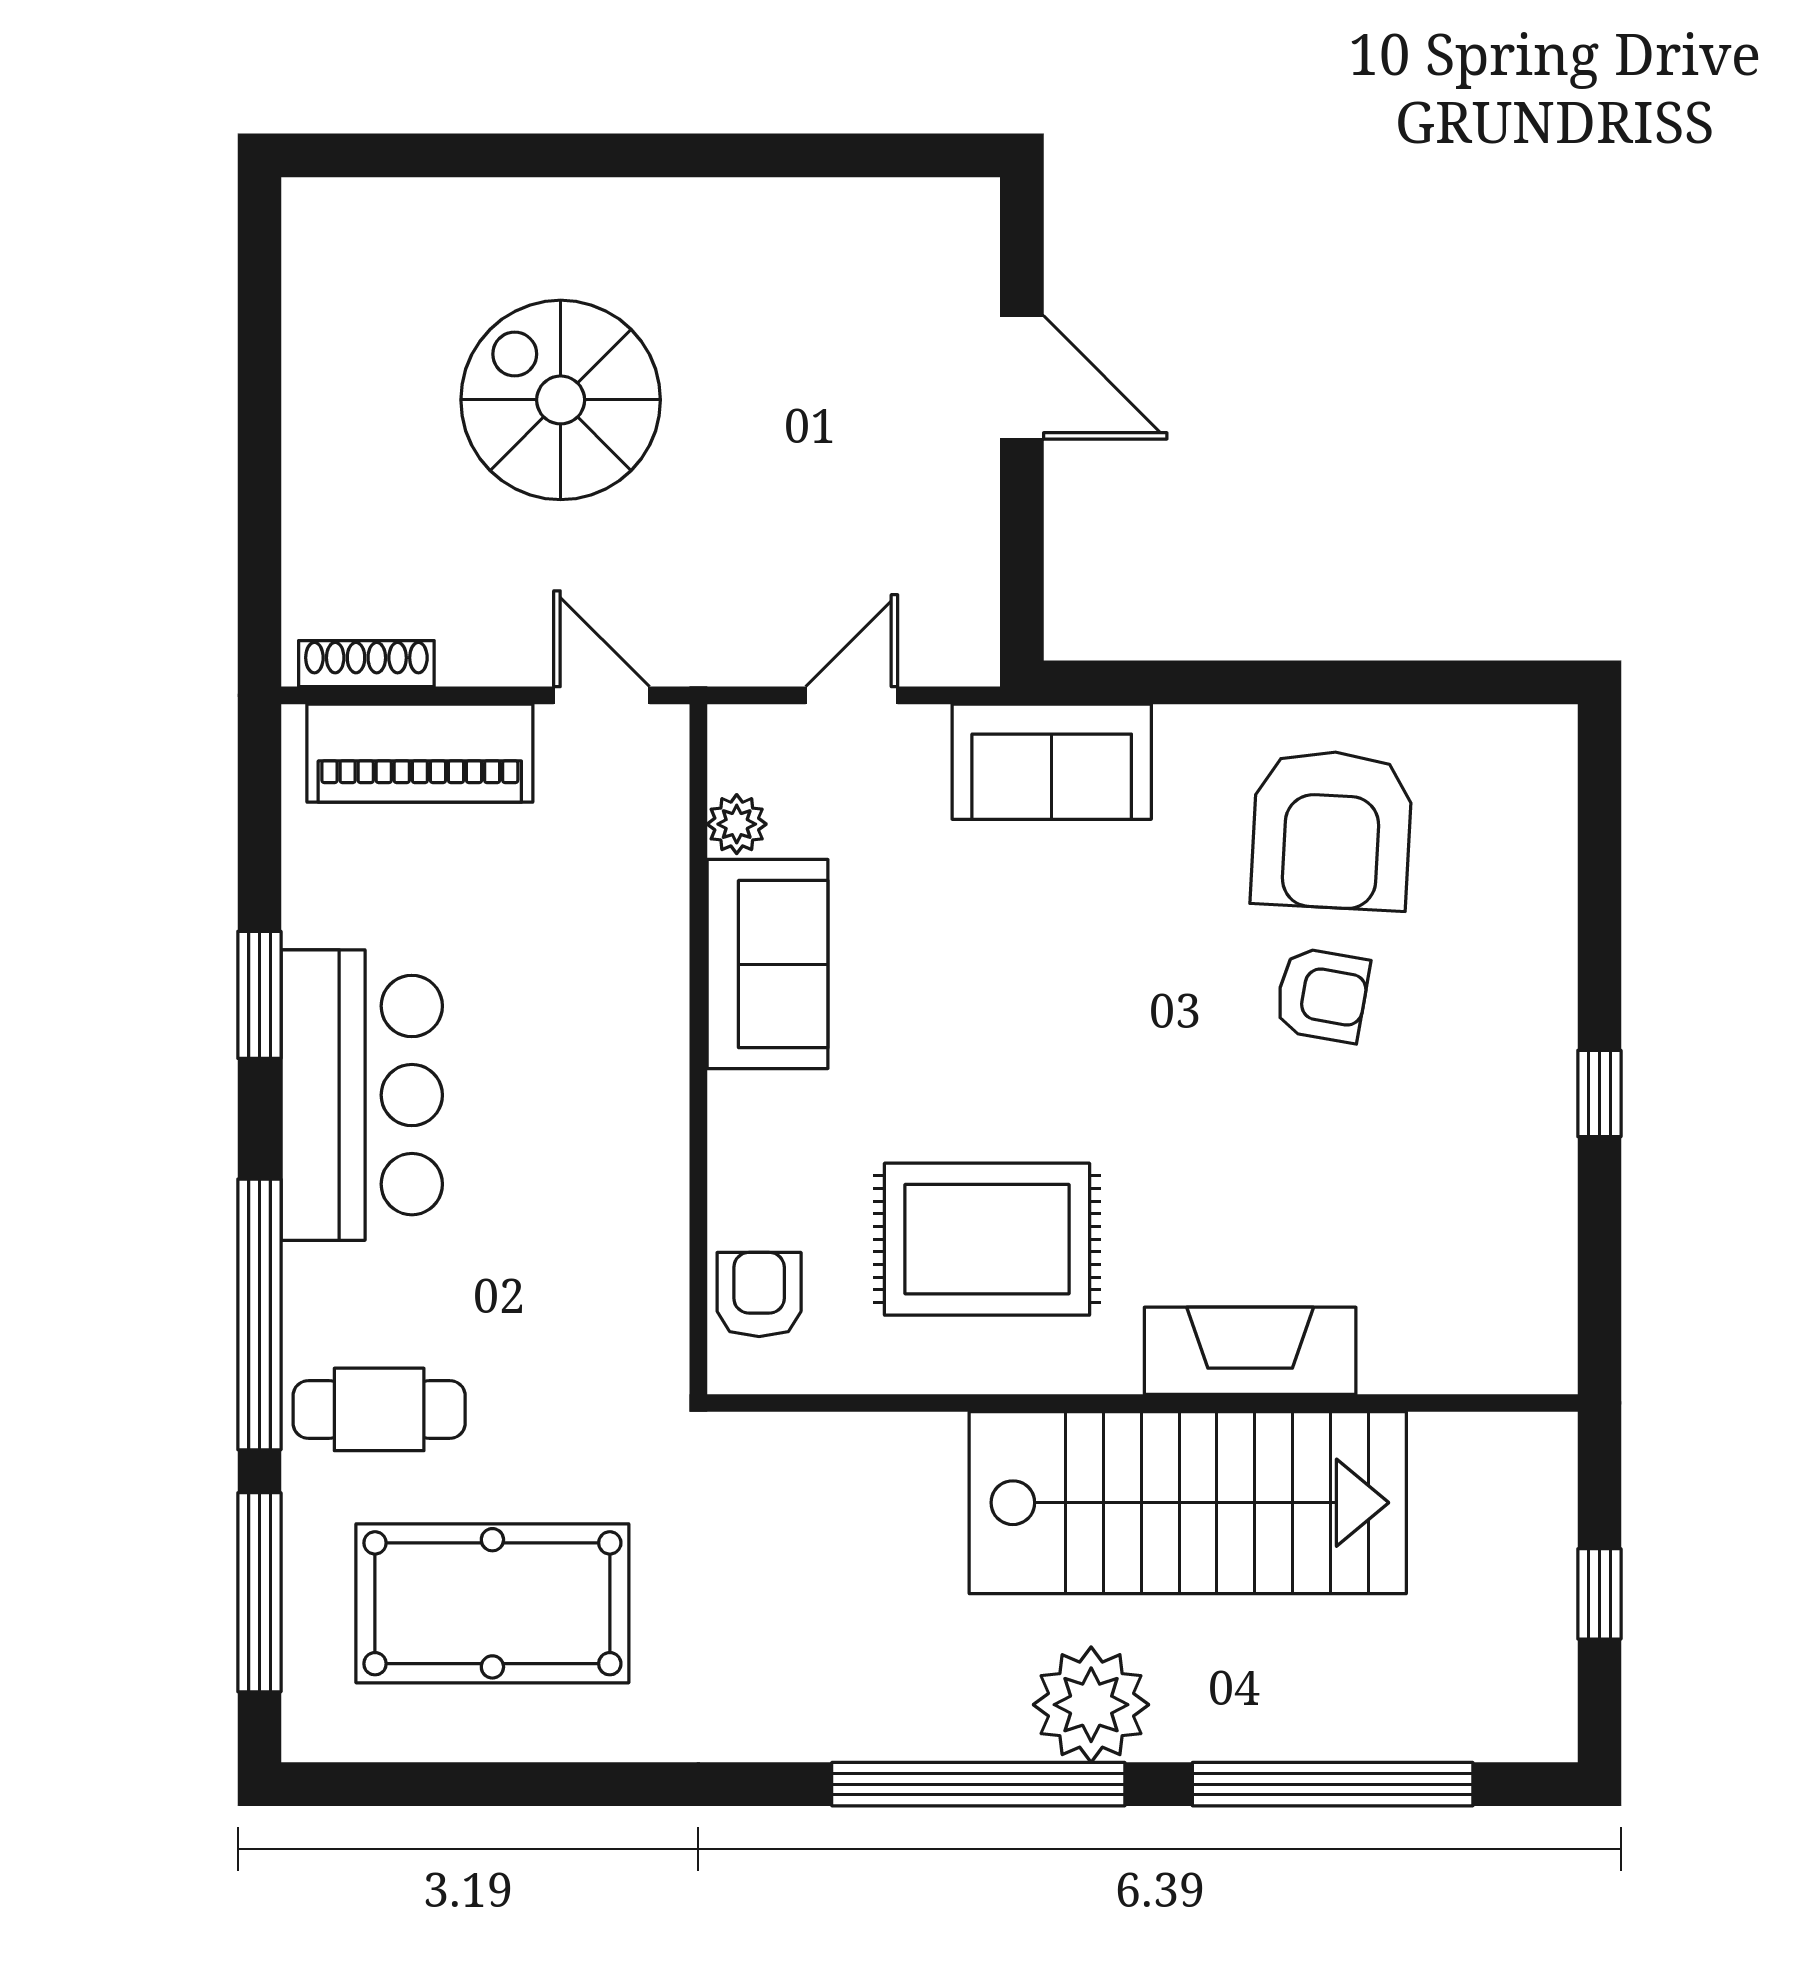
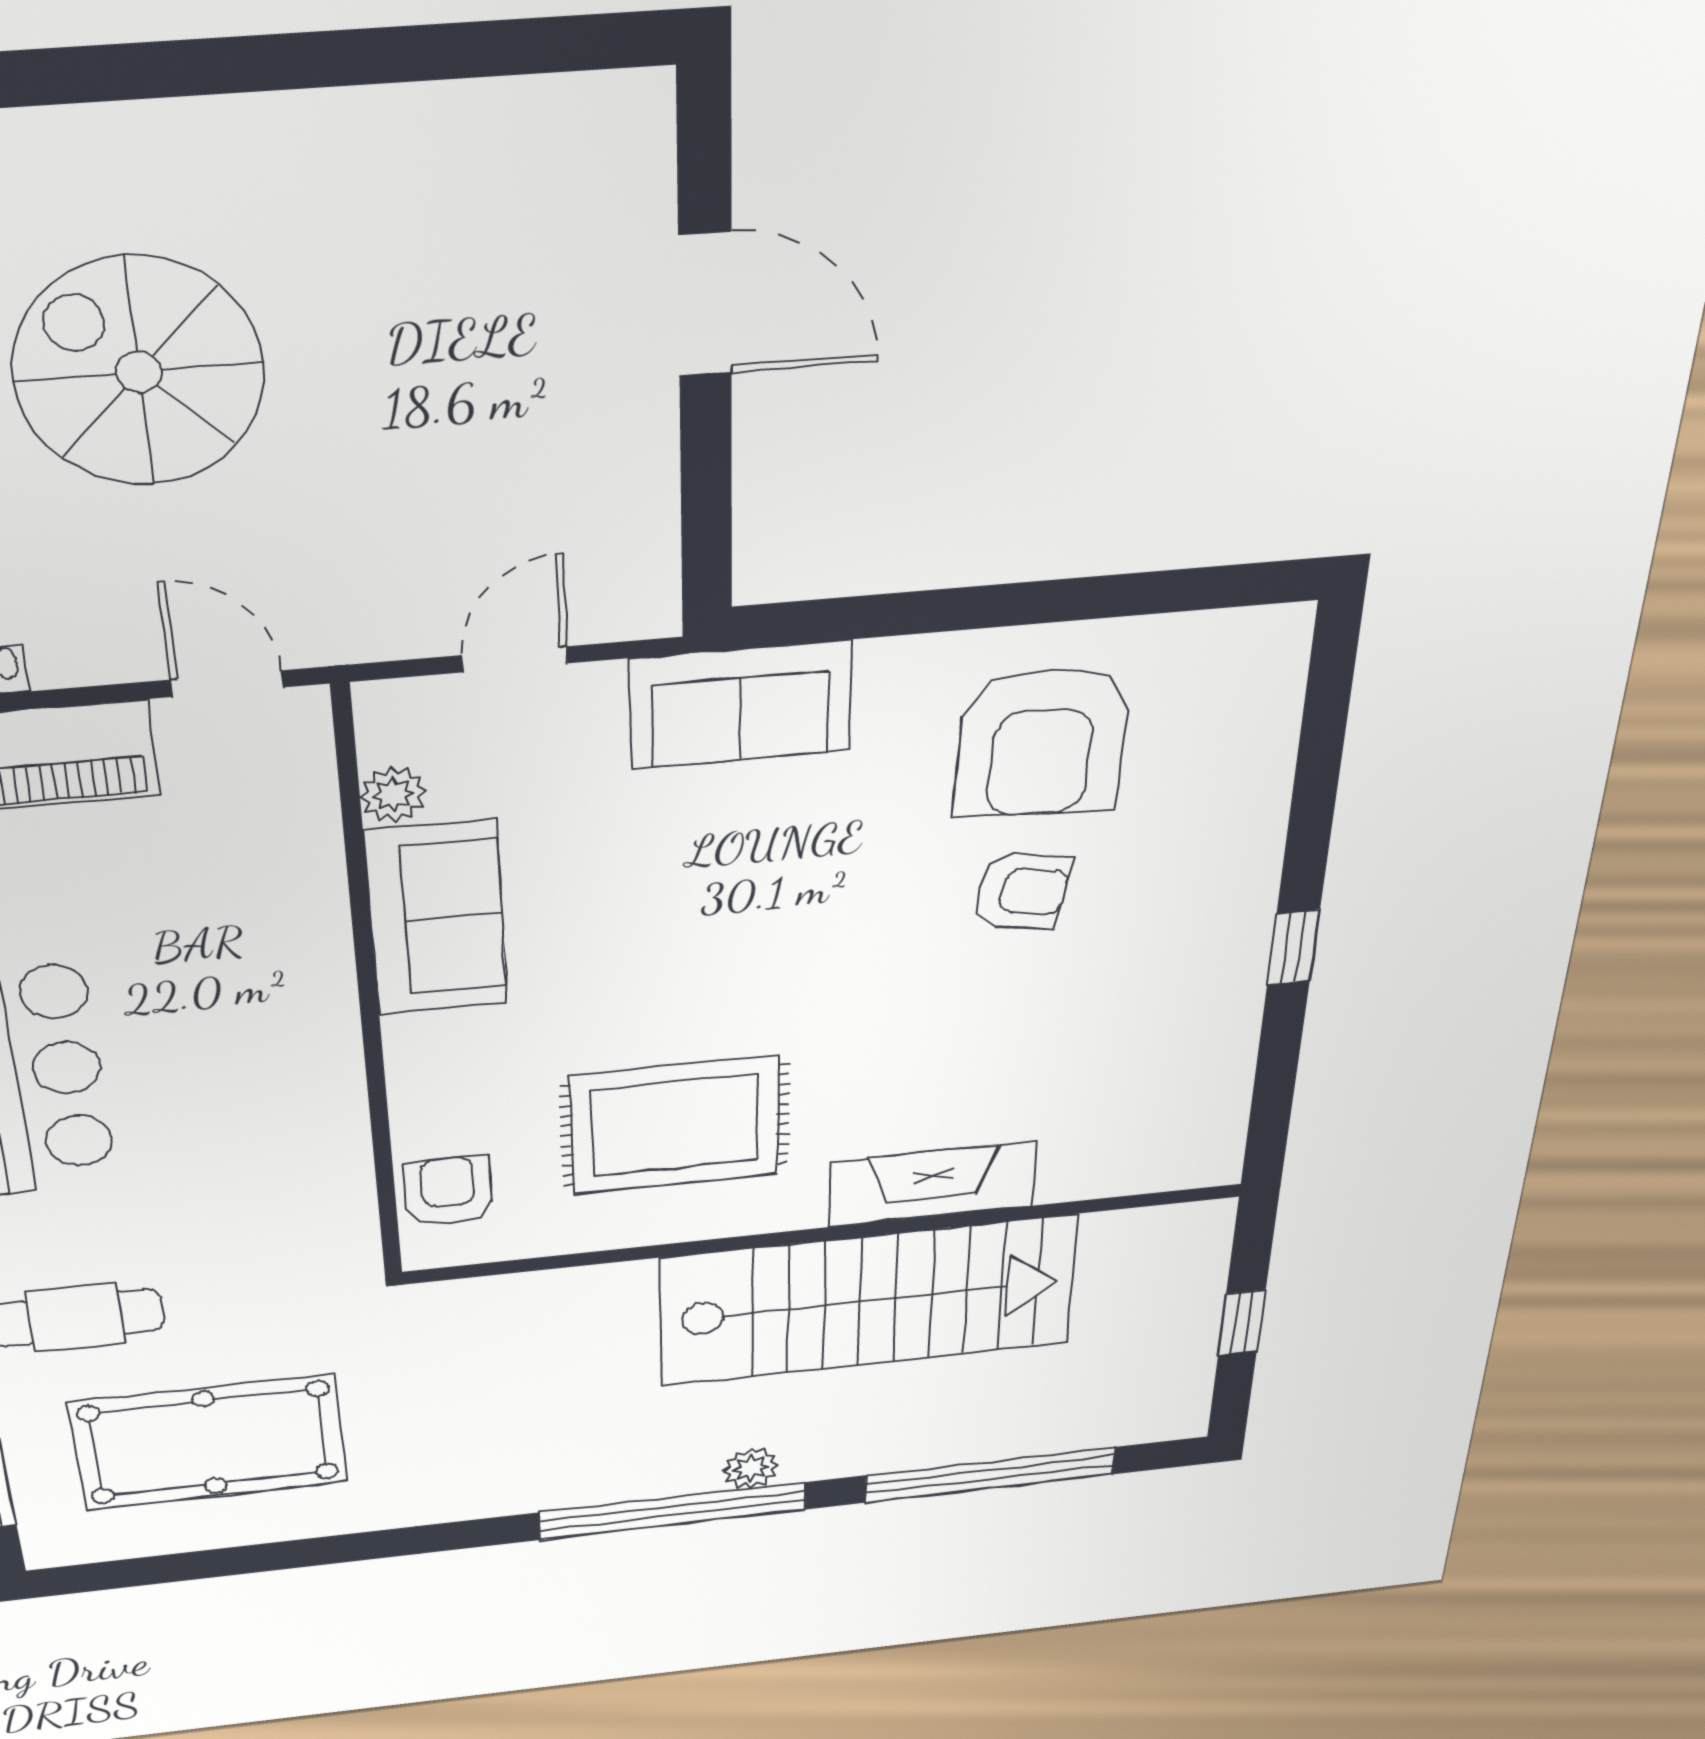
plant: (1091, 1705) -> (751, 1468), width x0.53, depth x0.53

